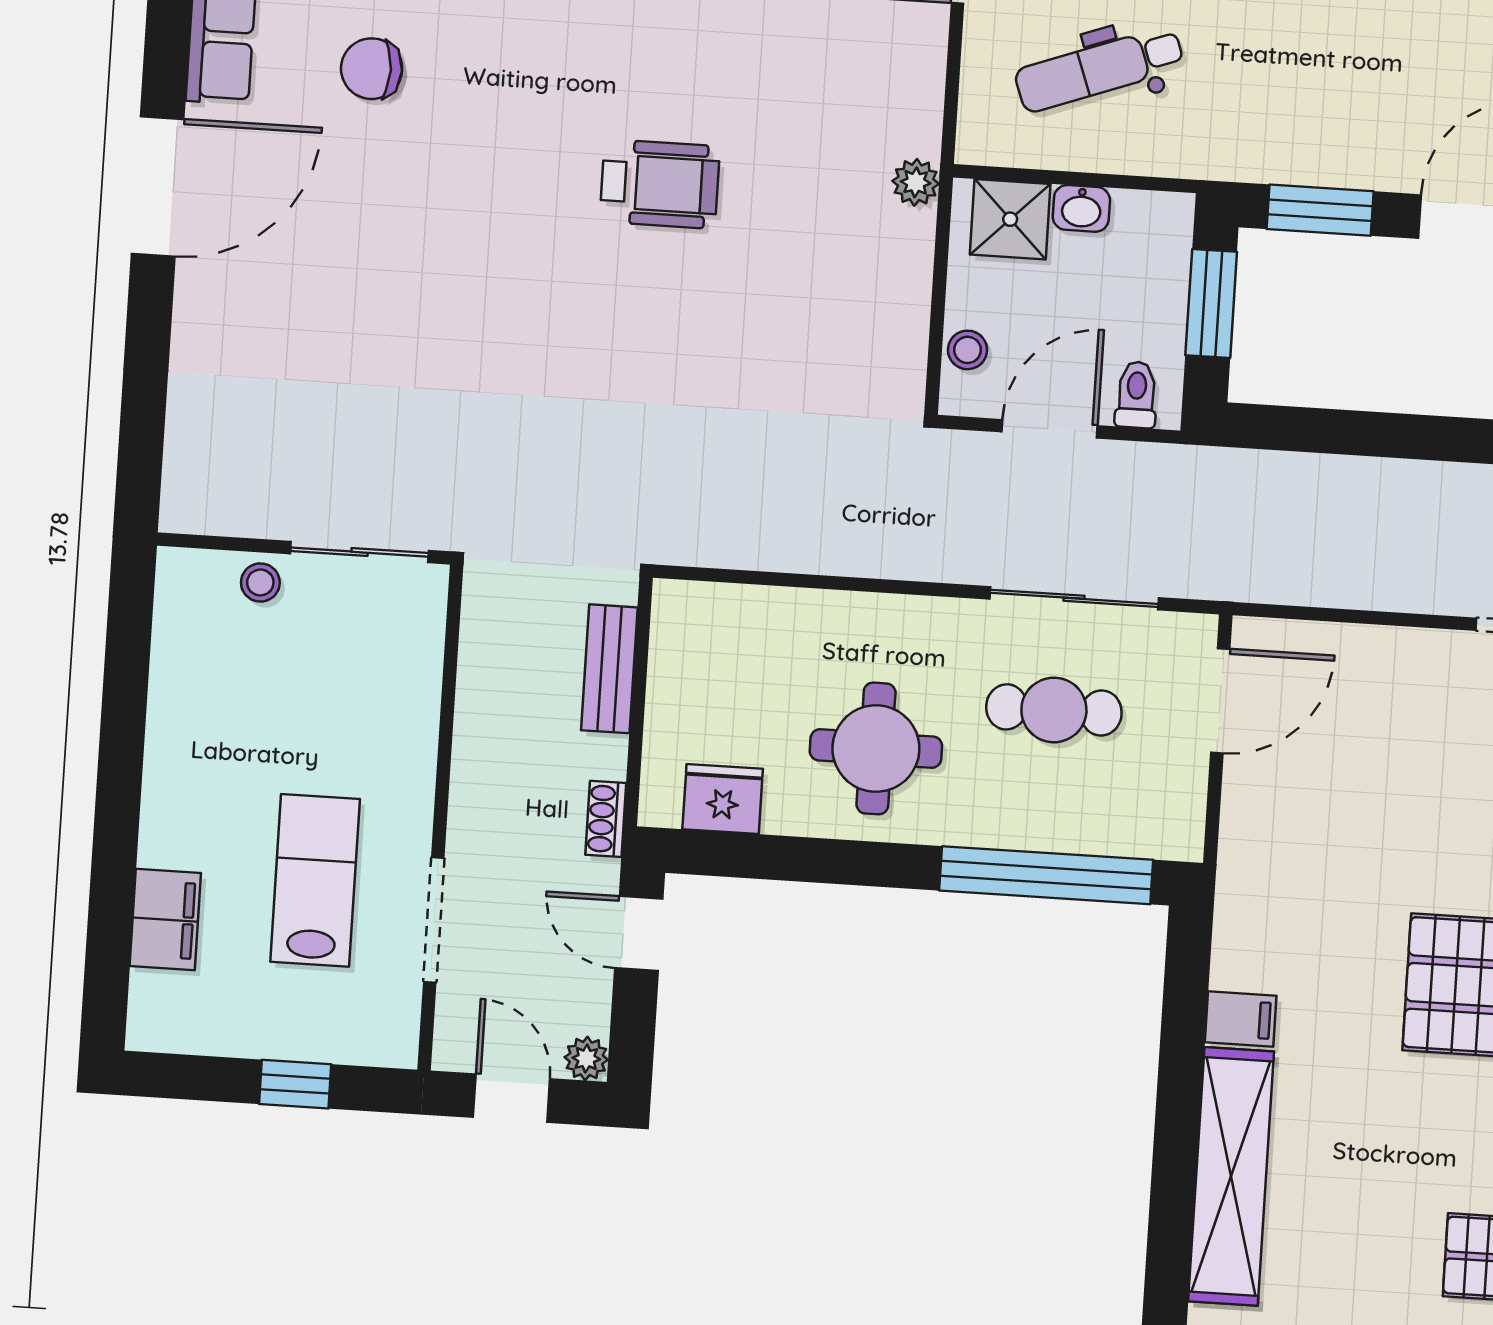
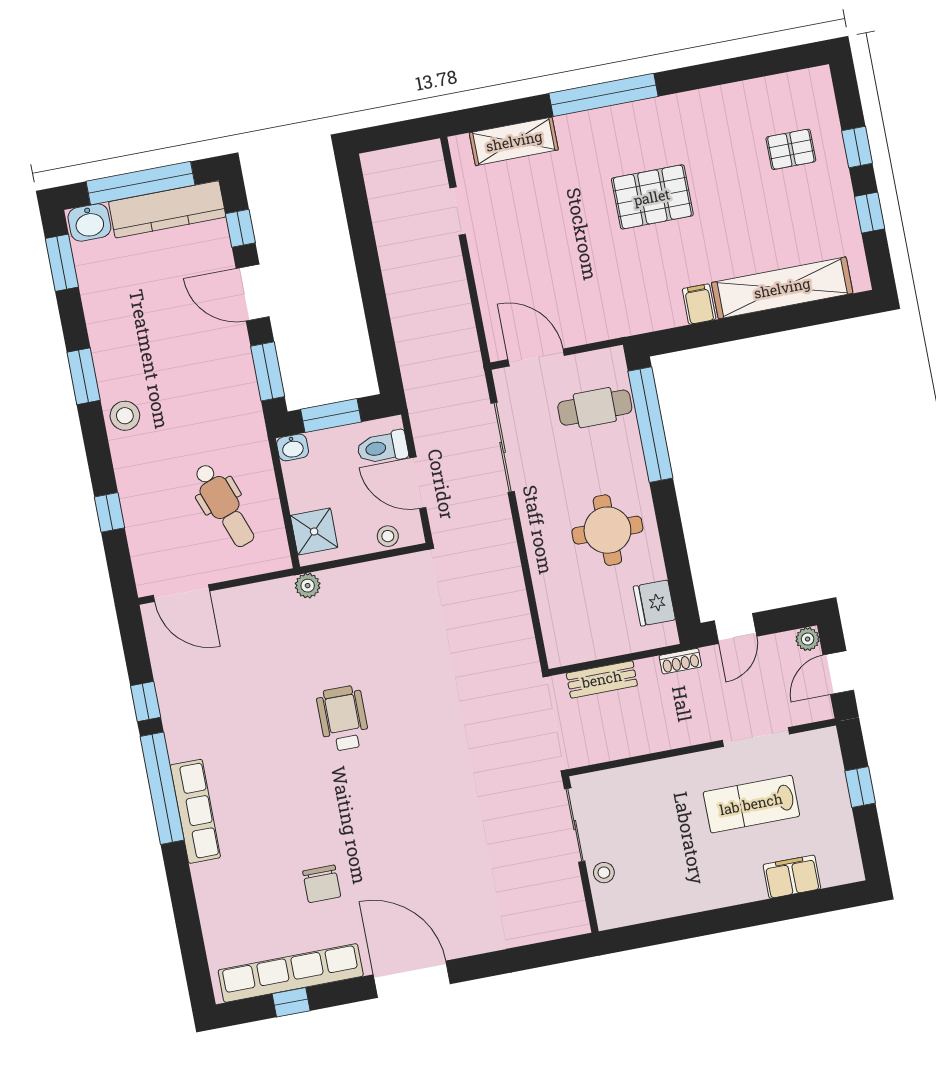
washbasin: (1081, 208) -> (293, 447), moved, turned 90
toilet: (1136, 395) -> (382, 447), width x1.37, depth x1.39
cafe table: (1054, 710) -> (595, 408), moved, turned 90

